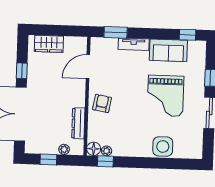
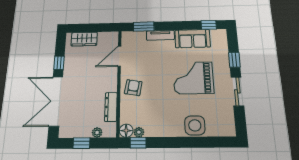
grand piano: (165, 96) -> (193, 78), turned 90

